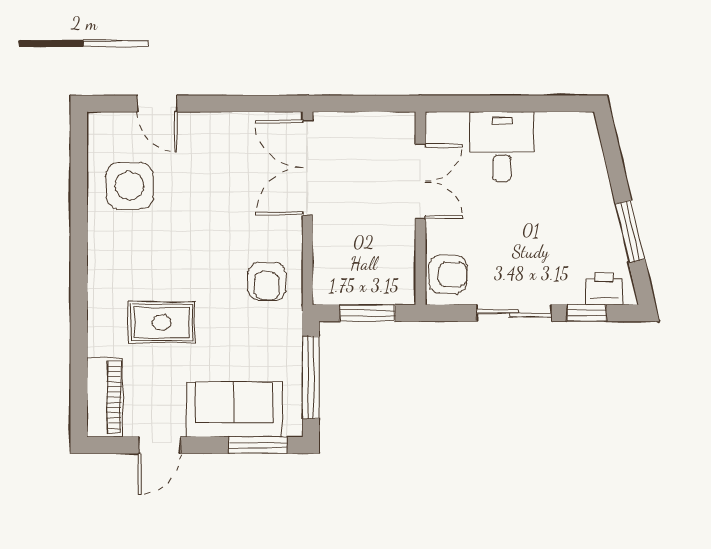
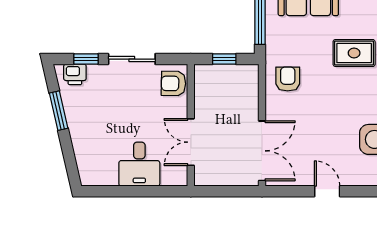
door: (157, 104) -> (327, 191), moved
window: (368, 313) -> (224, 59), width x0.67

